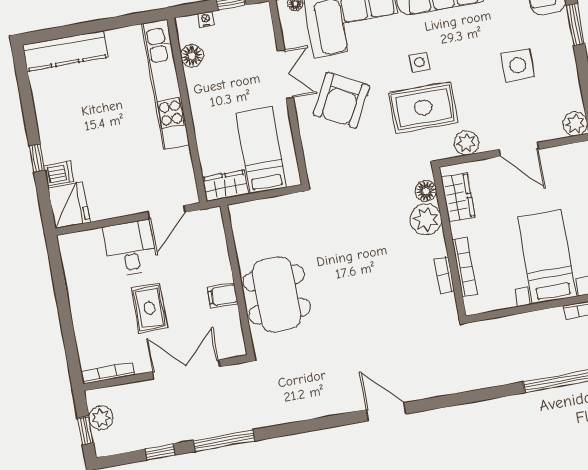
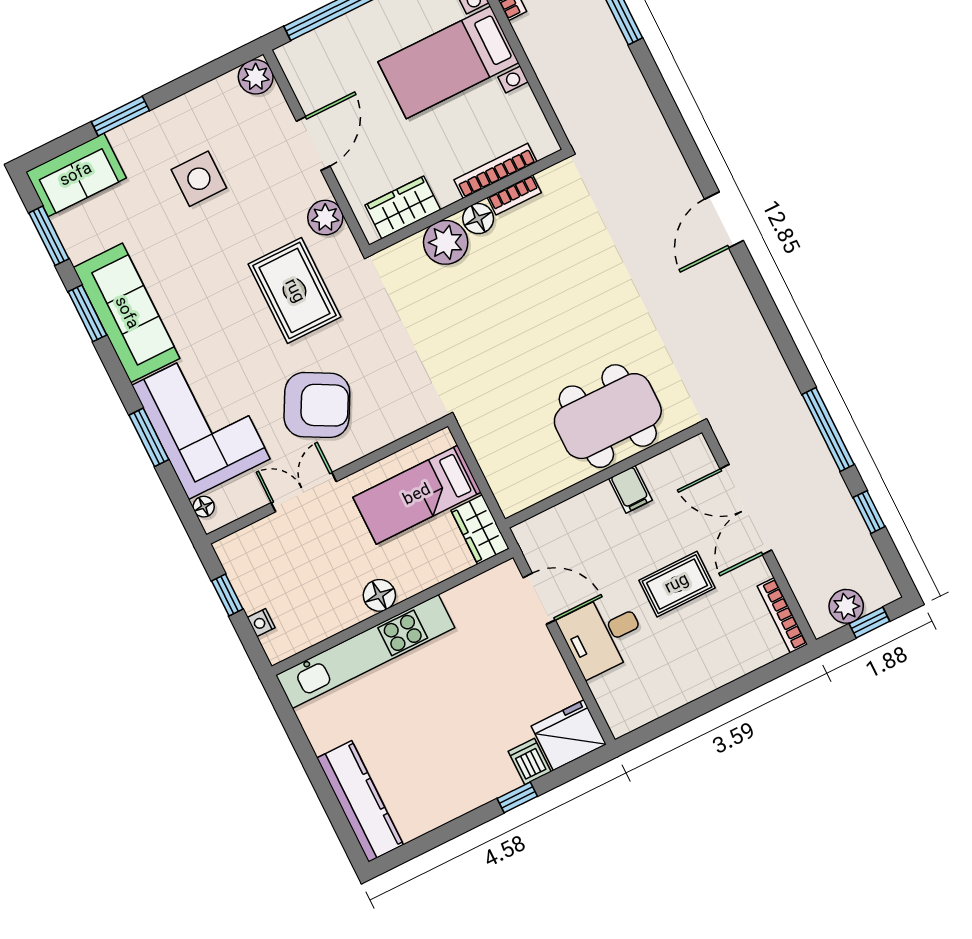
floor lamp: (192, 56) -> (379, 595), moved
side table: (420, 62) -> (234, 314), removed
floor lamp: (426, 191) -> (478, 219), moved

